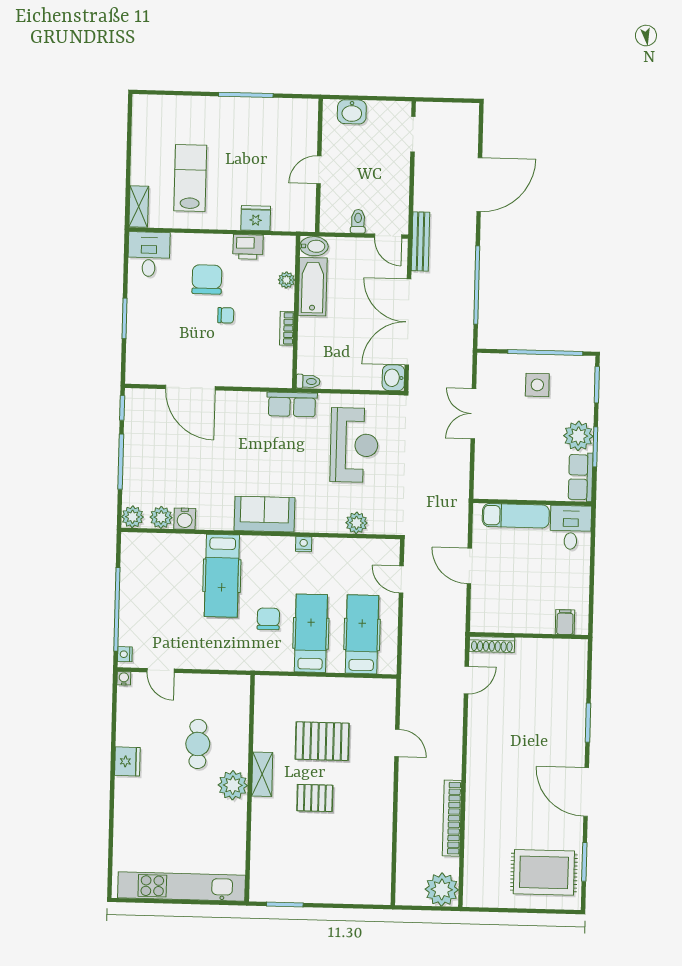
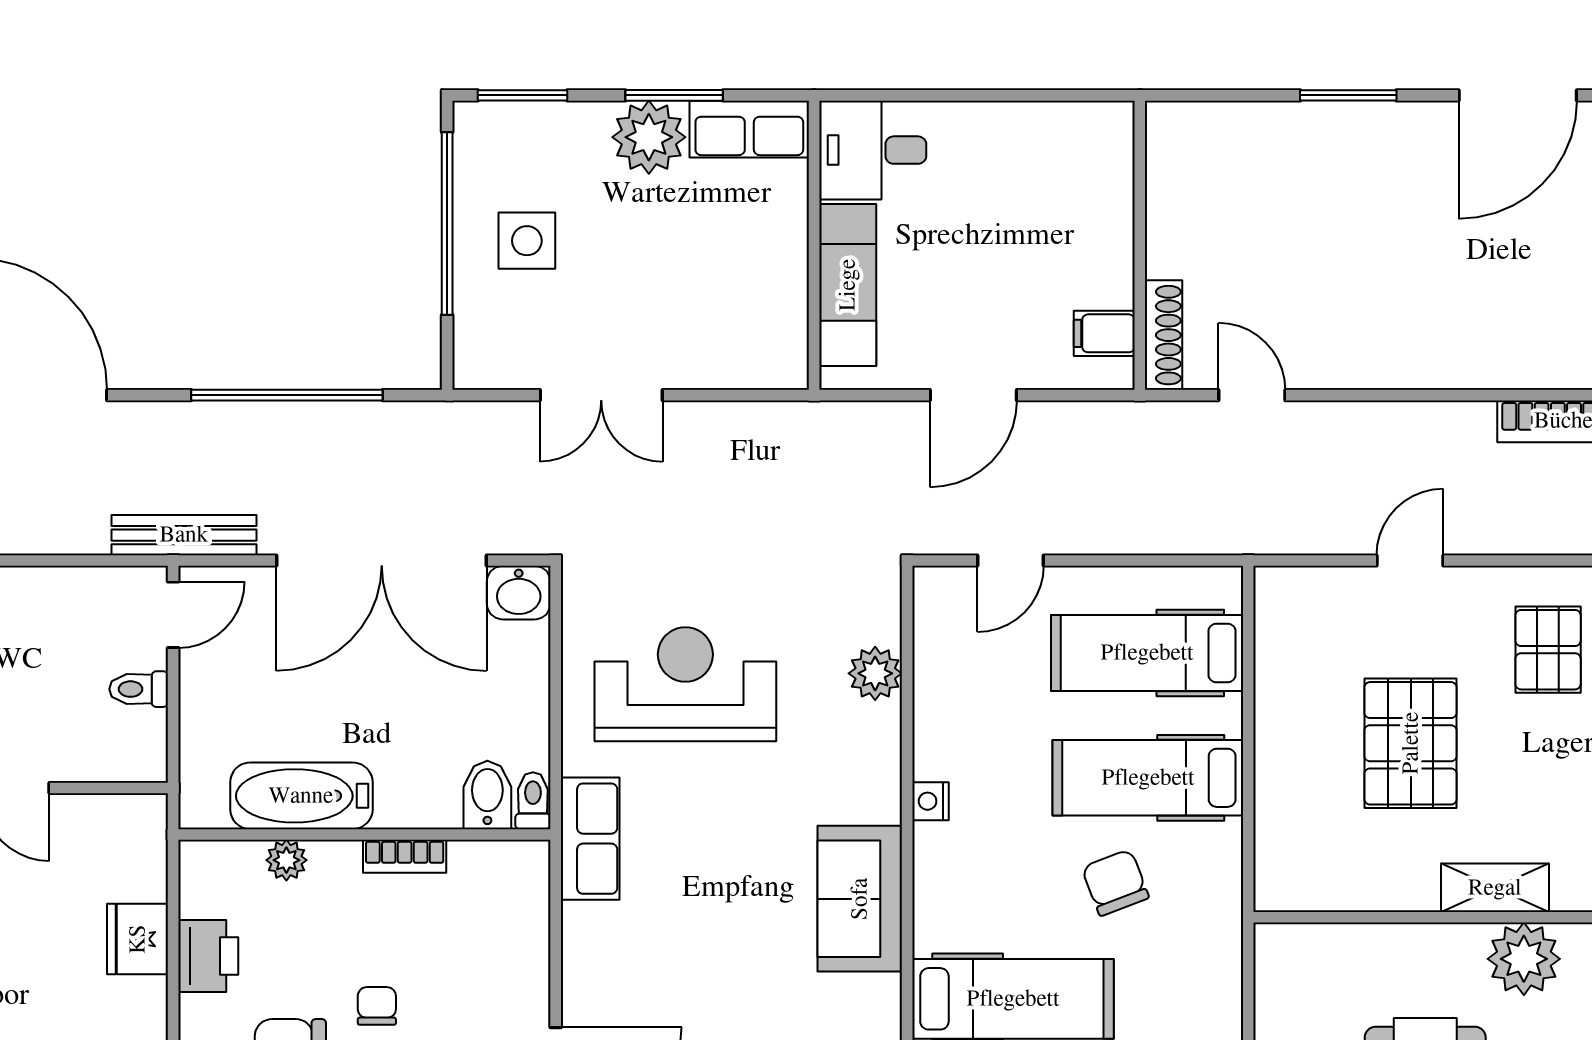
bidet: (314, 246) -> (487, 795), moved
chair: (268, 619) -> (1115, 883), turned 69
filing cabinet: (565, 622) -> (1104, 333), moved
pallet: (315, 798) -> (1548, 650), moved

